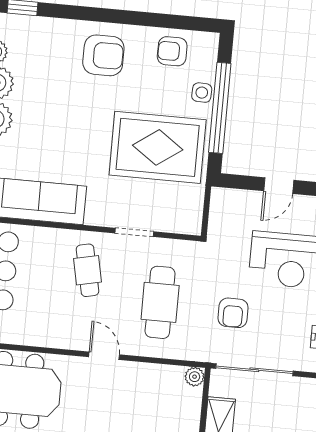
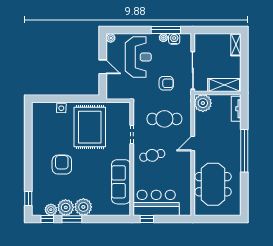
armchair: (172, 51) -> (43, 124), removed
armchair: (103, 55) -> (62, 165), moved
window: (220, 108) -> (68, 99), removed
plant: (195, 377) -> (203, 103), width x1.88, depth x1.88

